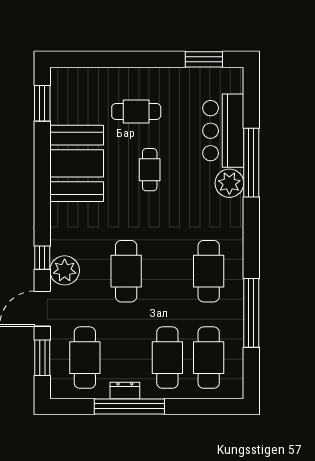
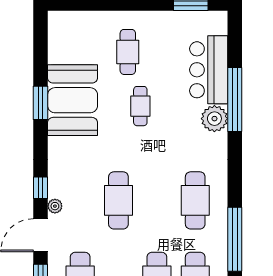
window: (42, 103) -> (41, 103), moved
cafe table: (136, 111) -> (128, 52), turned 90
plant: (65, 270) -> (55, 206), width x0.53, depth x0.53

